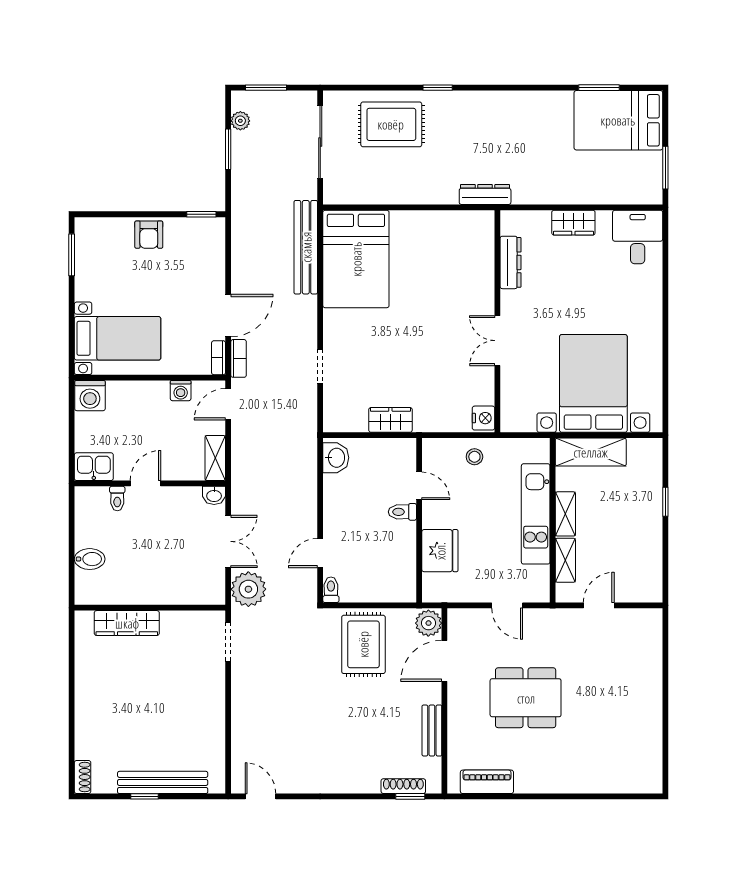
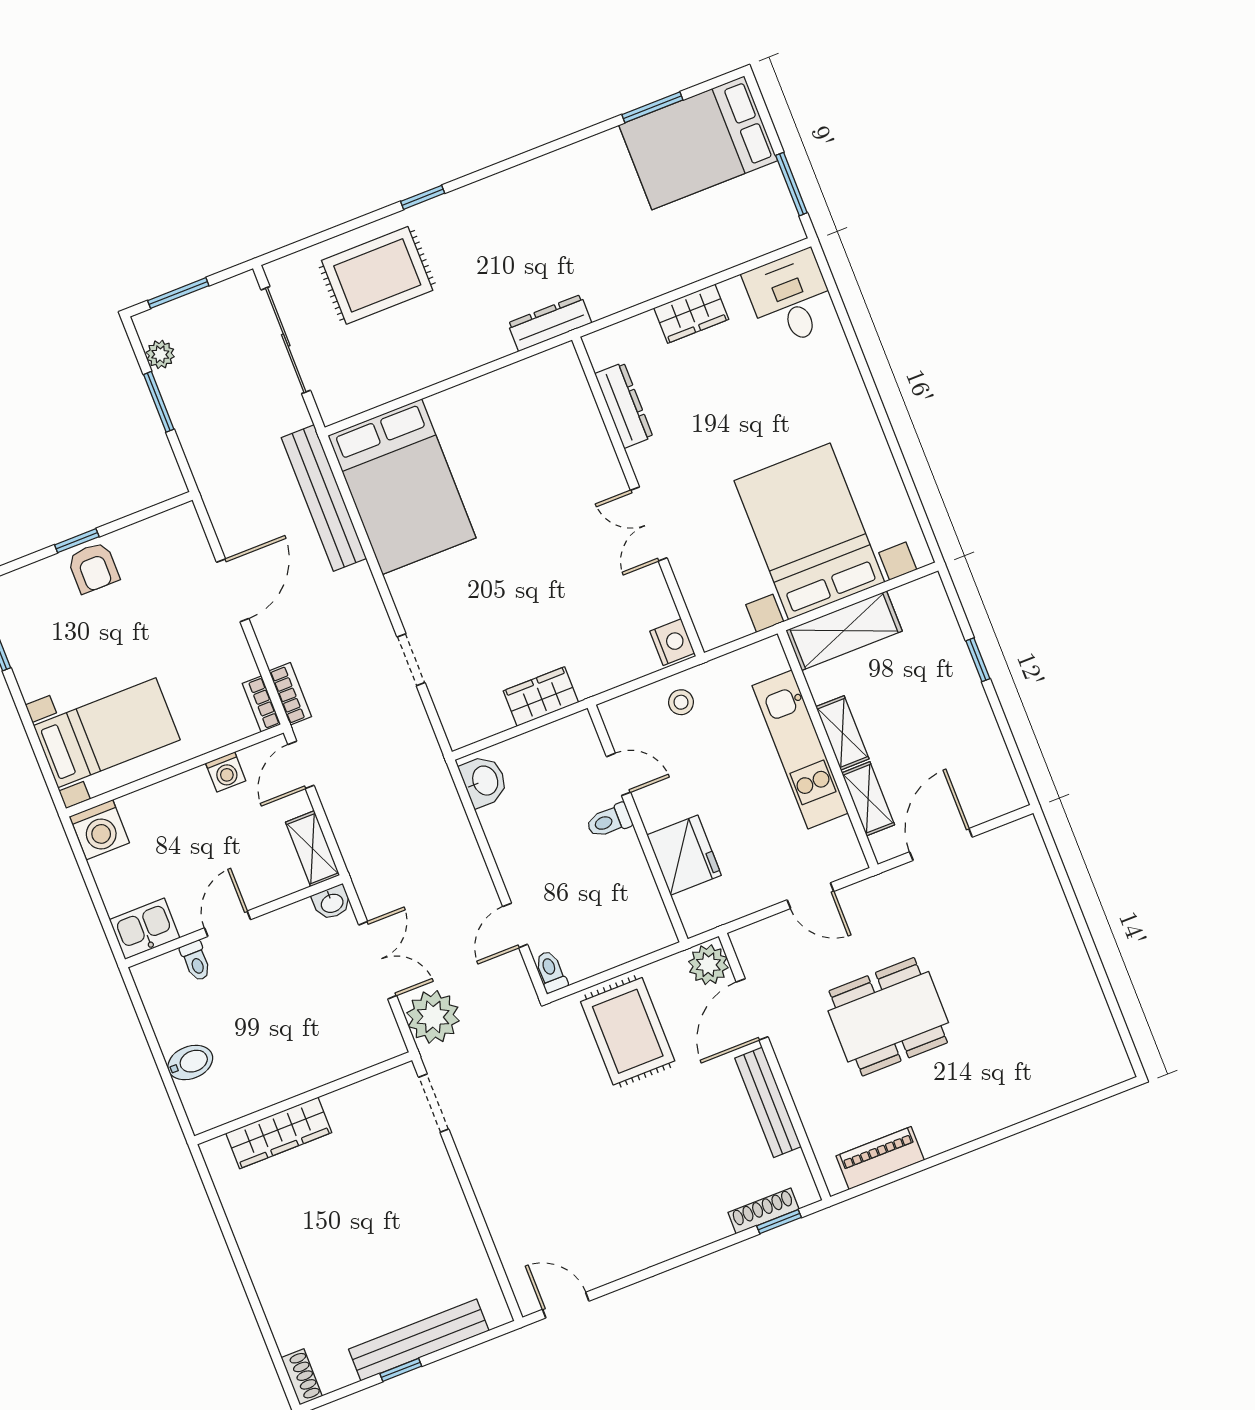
window: (201, 214) -> (77, 541), moved
door: (228, 316) -> (233, 590), moved
door: (599, 605) -> (941, 844), width x1.38
bench: (432, 730) -> (768, 1102), width x1.36

